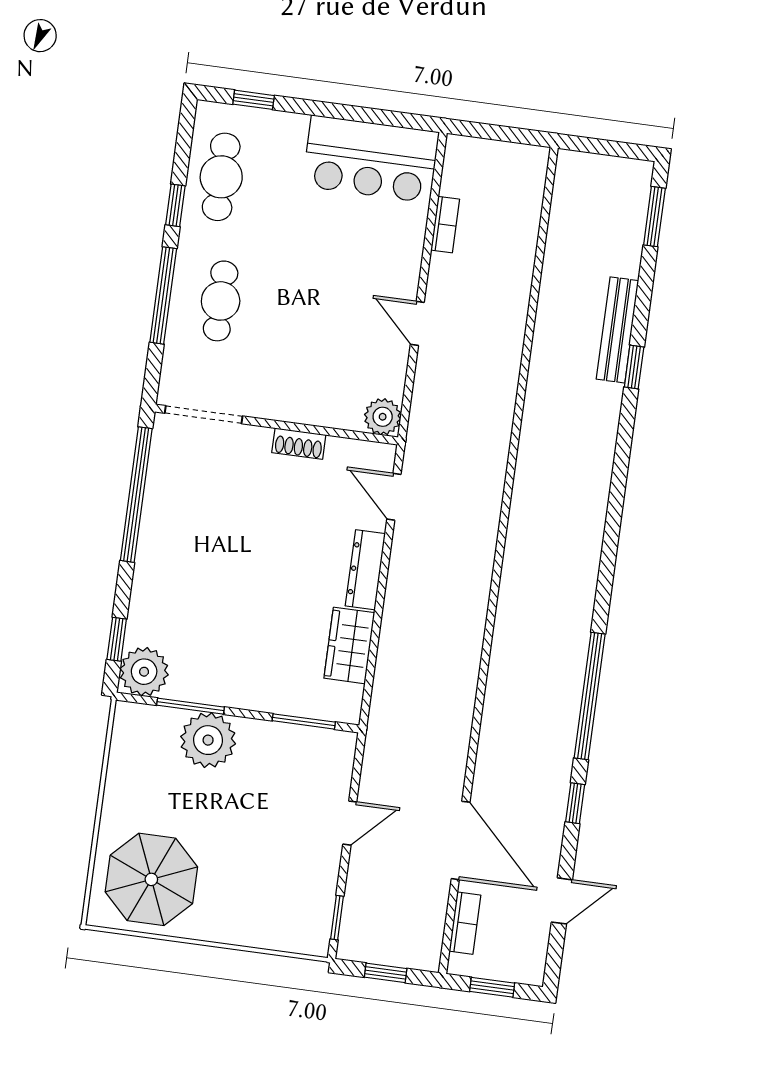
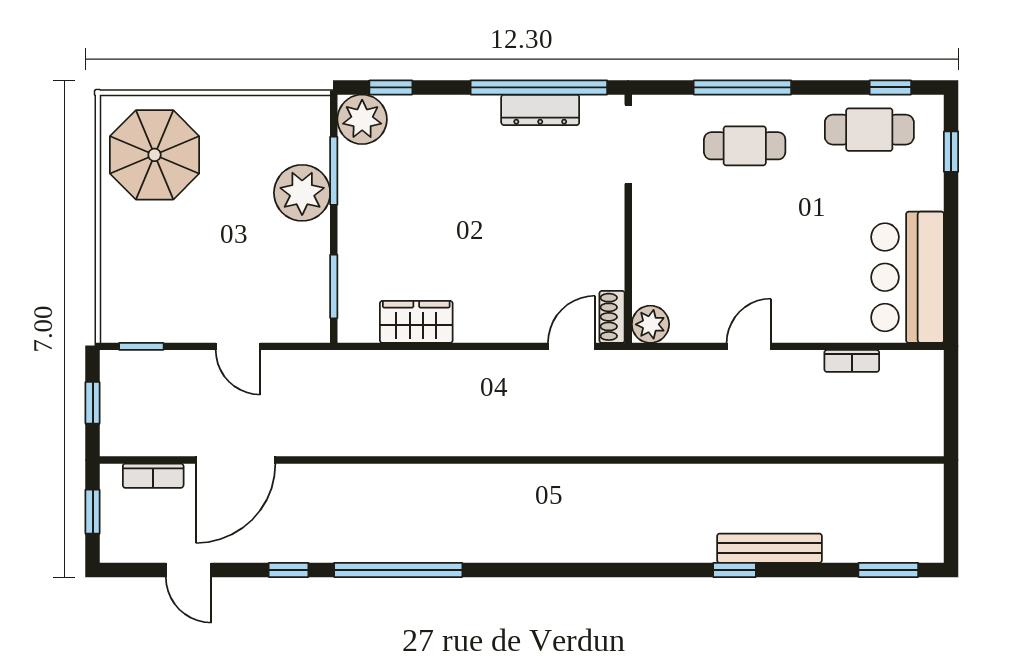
window: (175, 205) -> (890, 87), moved
shoe rack: (299, 444) -> (612, 317), moved
dresser: (365, 570) -> (540, 110), moved, turned 180

